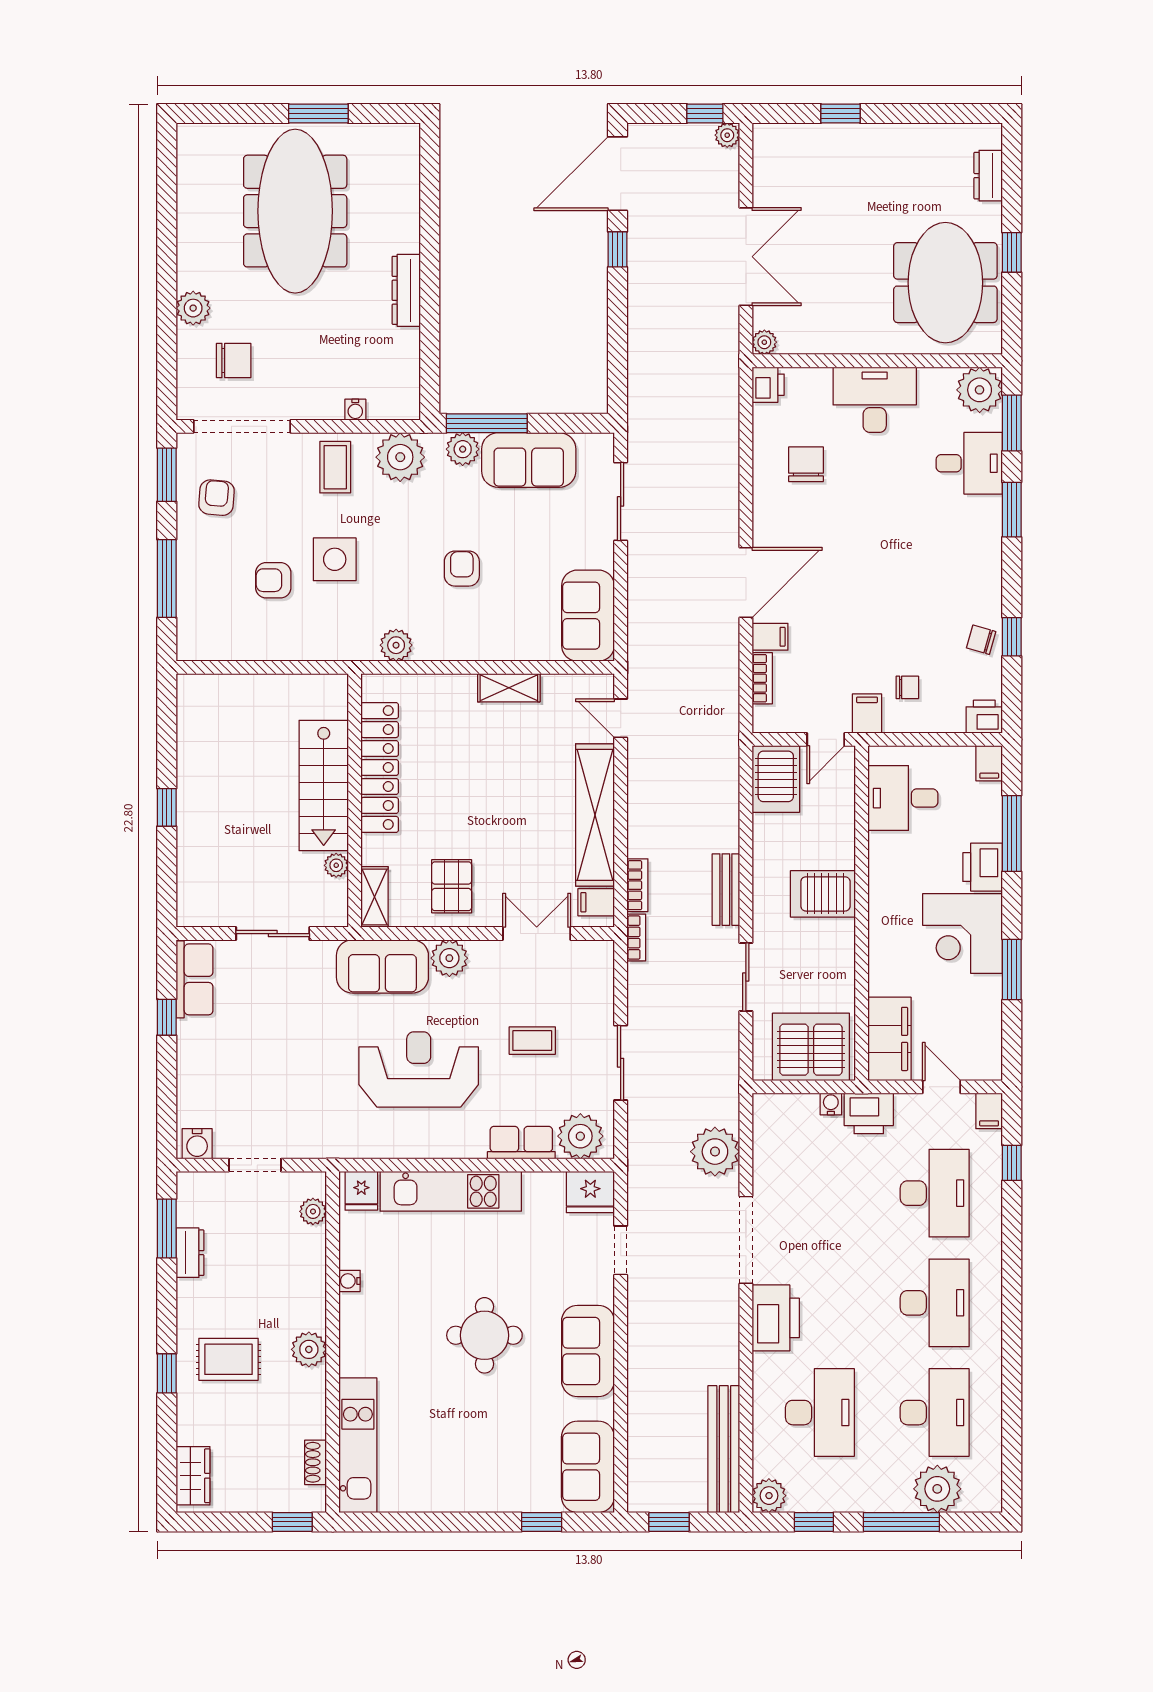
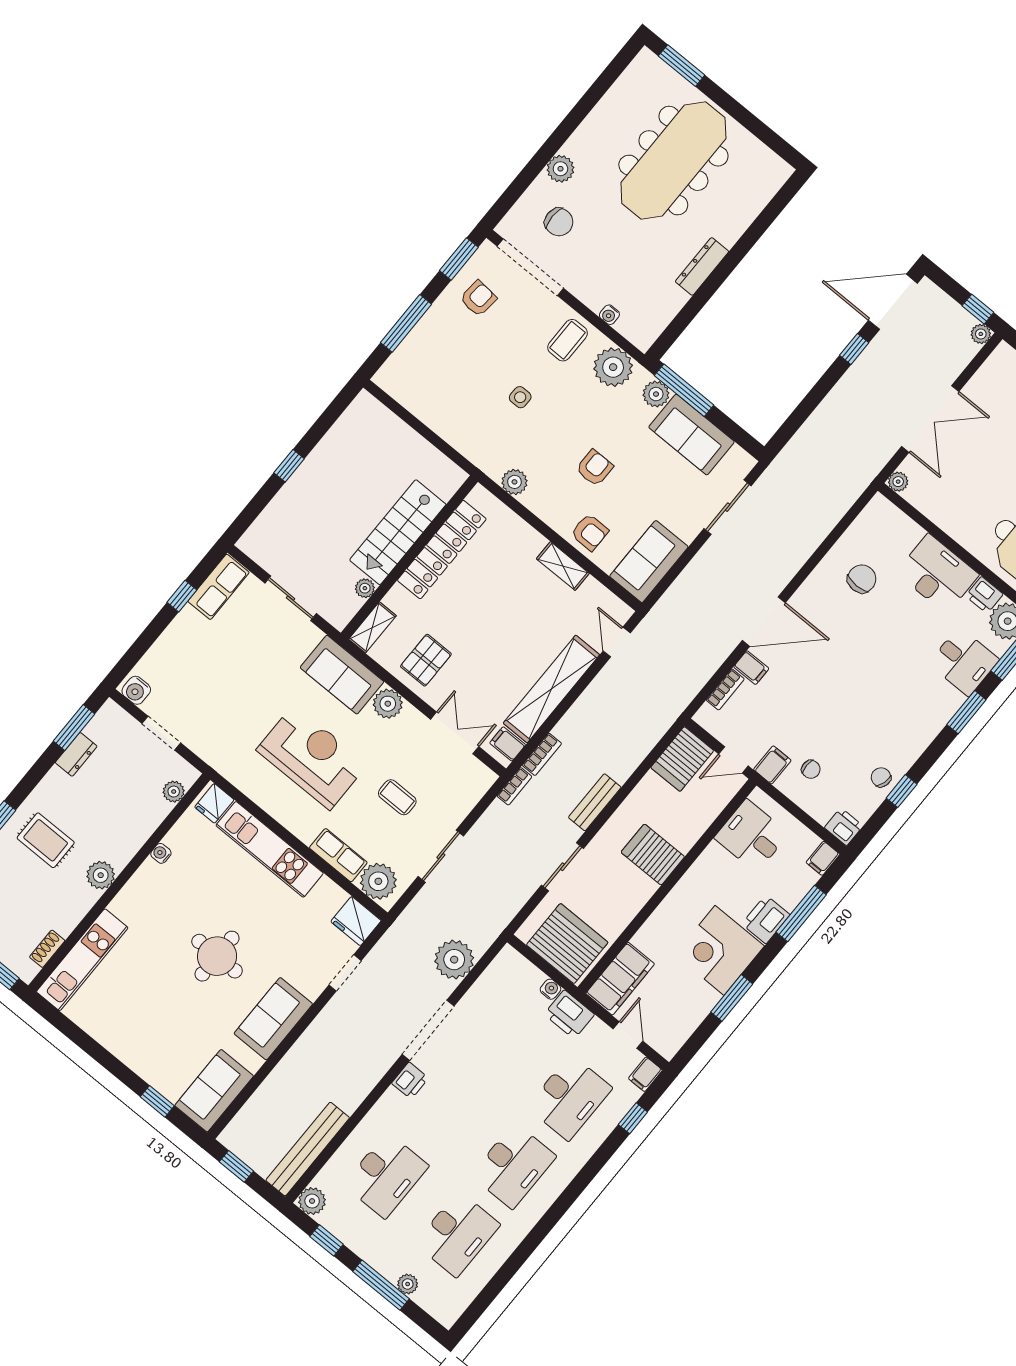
window: (318, 113) -> (682, 66), moved
printer: (768, 385) -> (984, 595), moved, turned 90
side table: (335, 559) -> (520, 397), width x0.54, depth x0.54
armchair: (273, 580) -> (590, 532), moved, turned 180
printer: (776, 1318) -> (410, 1081), width x0.53, depth x0.68
plant: (937, 1489) -> (408, 1284), width x0.53, depth x0.53

